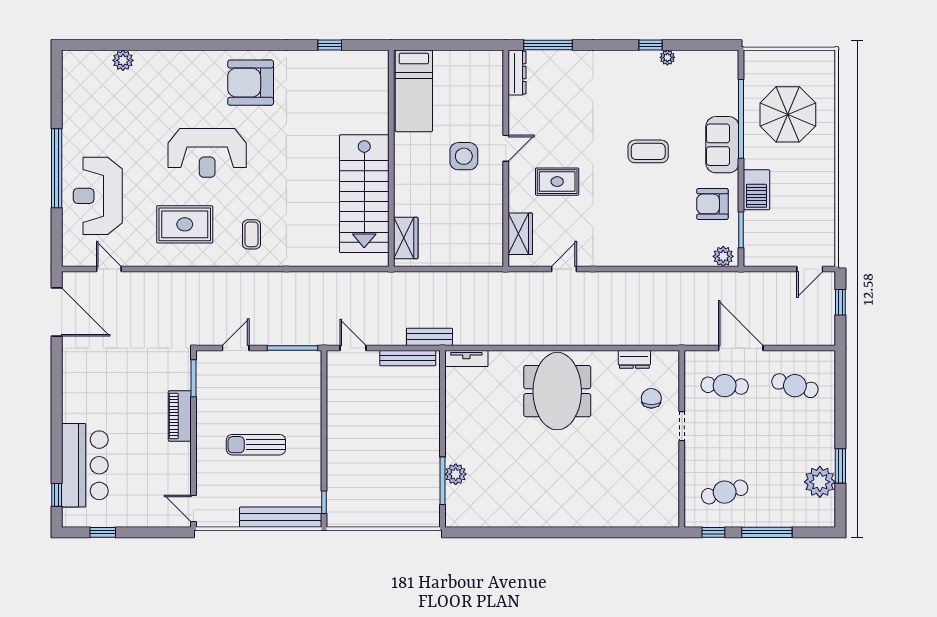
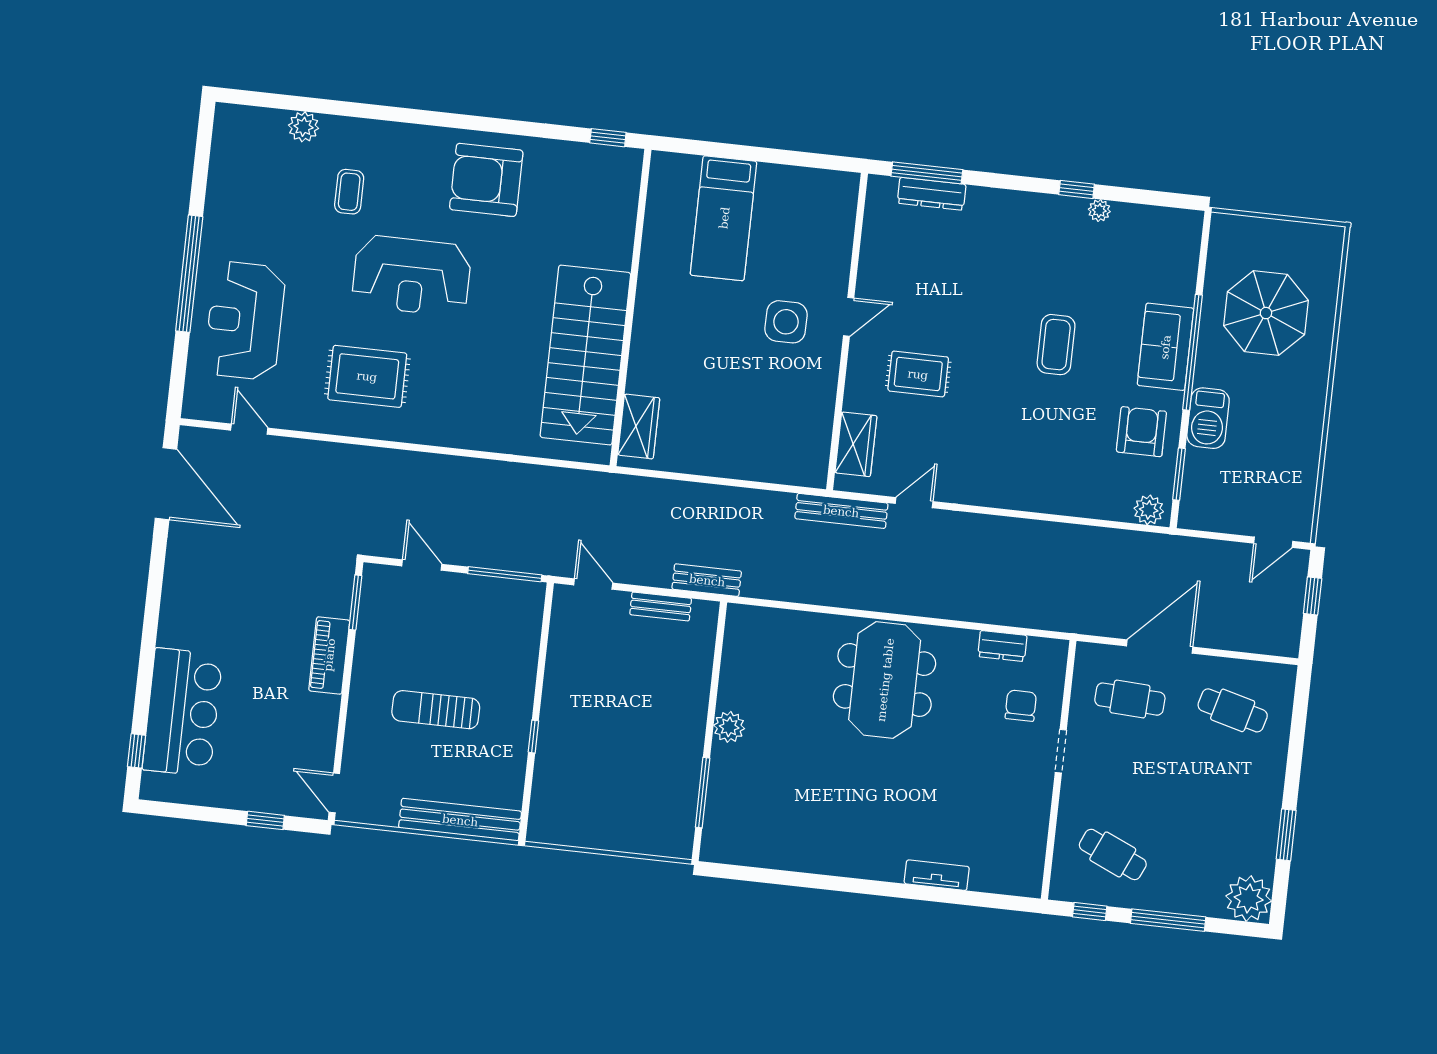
dresser: (517, 73) -> (932, 194), moved, turned 90
window: (741, 119) -> (1192, 352), moved
coffee table: (648, 151) -> (1056, 345), turned 90
wall: (391, 158) -> (630, 308), moved
stairs: (364, 194) -> (585, 355), moved
armchair: (712, 204) -> (1141, 432), turned 90
coffee table: (251, 234) -> (349, 192), moved
wardrobe: (406, 238) -> (639, 426), moved
bench: (515, 280) -> (841, 511), added
door: (236, 348) -> (422, 565), hinge flipped
door: (741, 348) -> (1160, 647), hinge flipped
bench: (408, 358) -> (661, 606), width x0.73
tv unit: (466, 359) -> (937, 875), moved, turned 180
plant: (456, 474) -> (729, 727), moved
plant: (820, 482) -> (1249, 898), moved
cafe table: (725, 492) -> (1113, 854), turned 39
window: (324, 502) -> (533, 737), moved
window: (103, 532) -> (265, 820), moved

